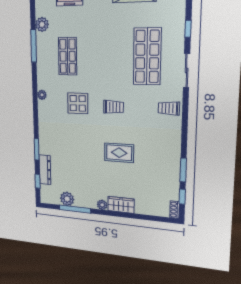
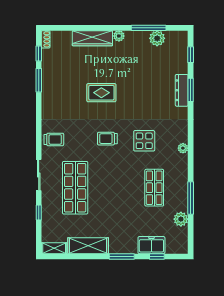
dresser: (45, 170) -> (182, 90), moved
wardrobe: (121, 205) -> (92, 38), width x1.50

